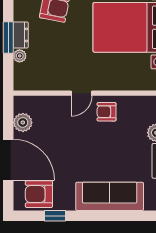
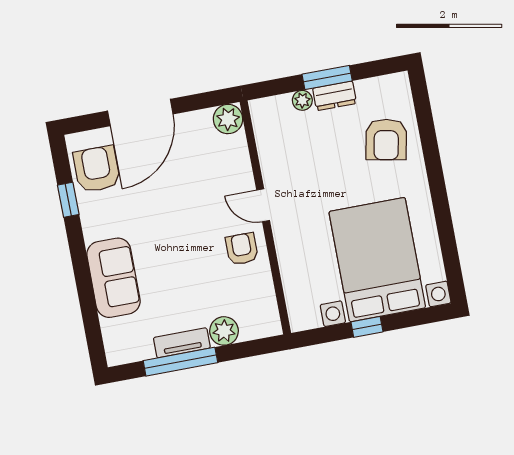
plant: (23, 122) -> (228, 119), moved
sofa: (110, 196) -> (113, 278), width x0.73

